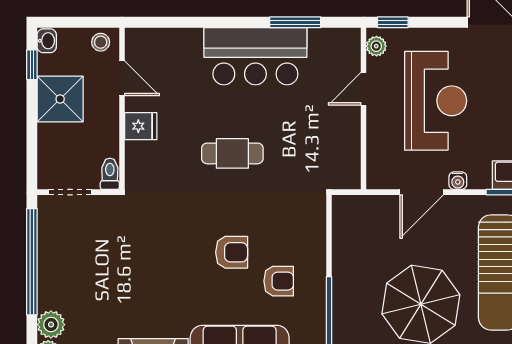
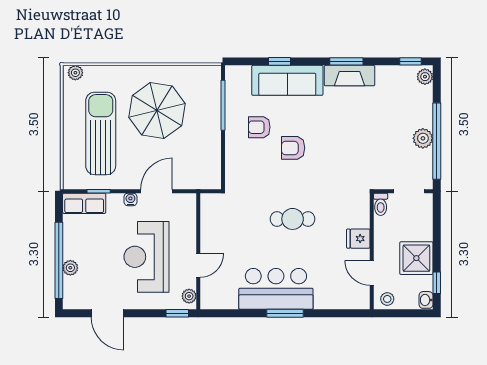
window: (295, 22) -> (285, 313), moved
plant: (51, 325) -> (423, 138), moved

